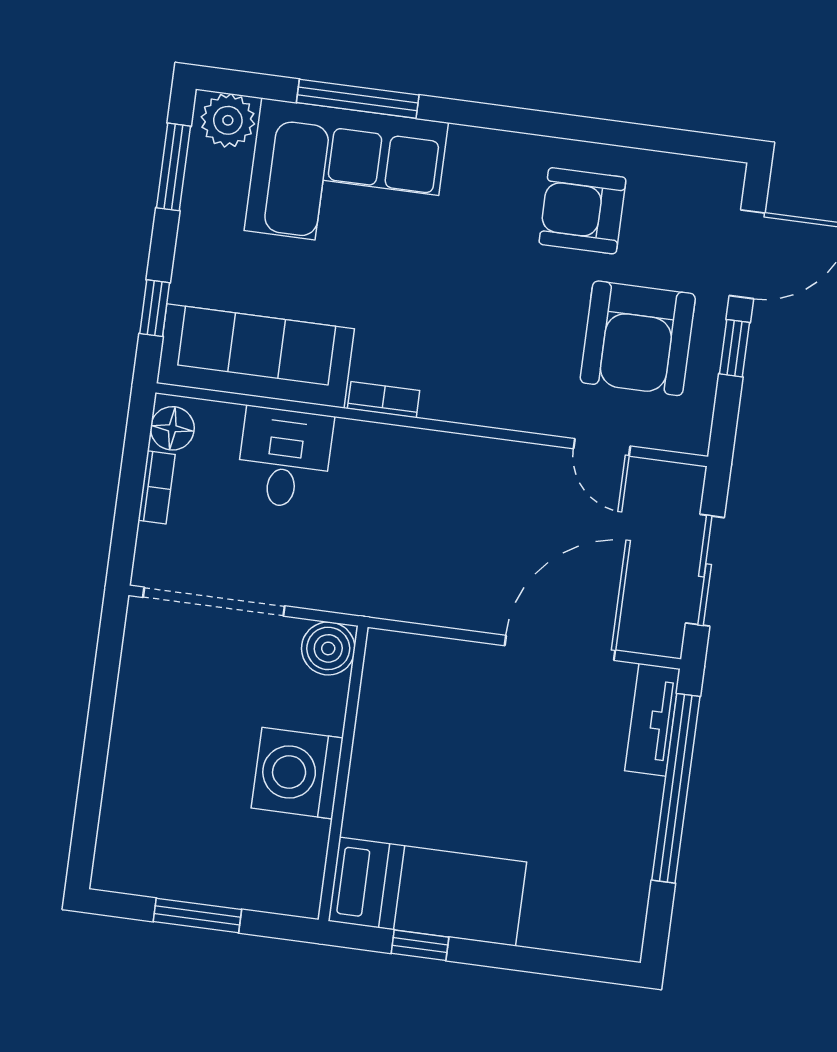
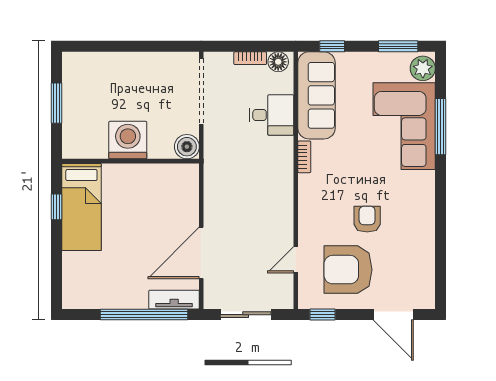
armchair: (582, 211) -> (367, 219), moved, width x0.72, depth x0.72
window: (735, 348) -> (322, 315), moved
door: (560, 648) -> (201, 253), swing flipped

